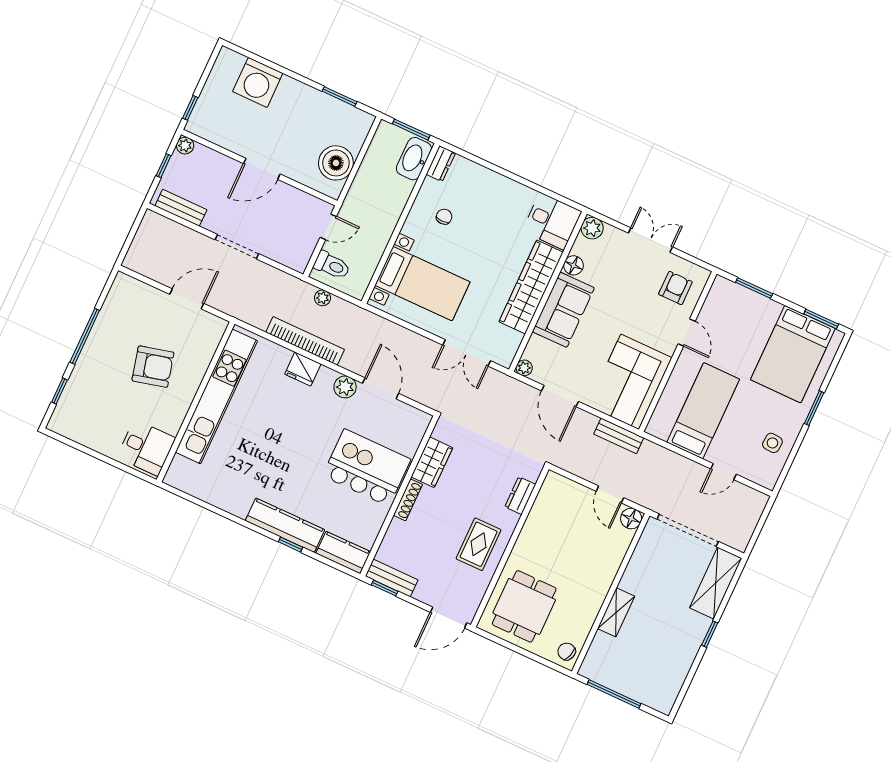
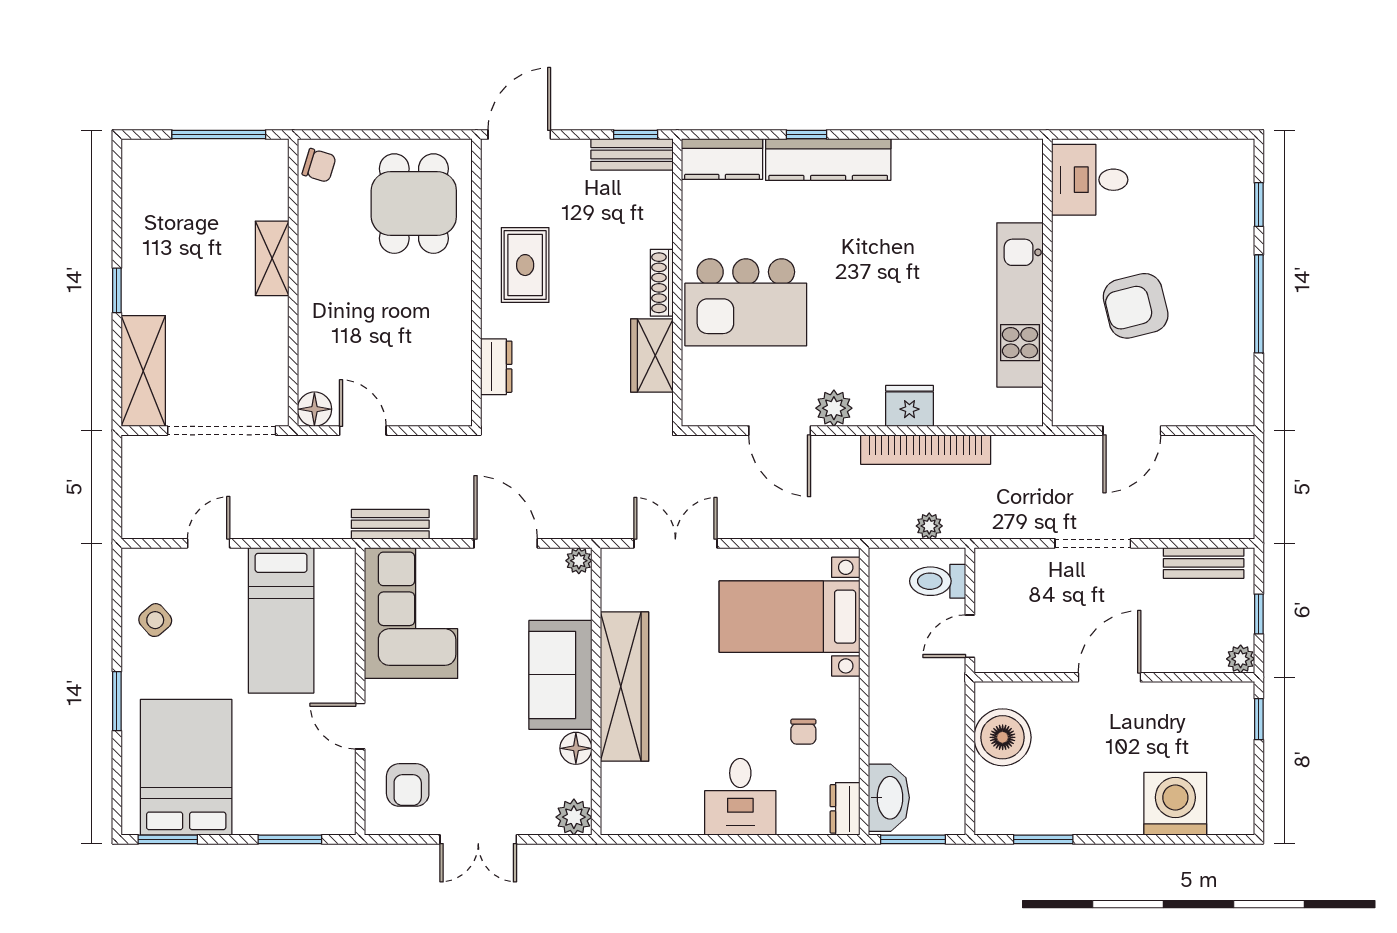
desk: (552, 221) -> (740, 797), moved, turned -90
kitchen unit: (216, 396) -> (1020, 305), width x0.73
side table: (772, 443) -> (155, 620), turned 45

